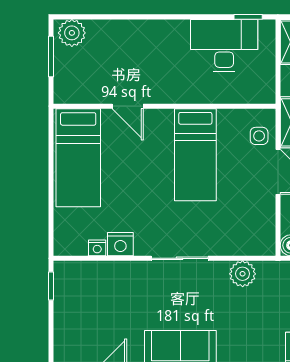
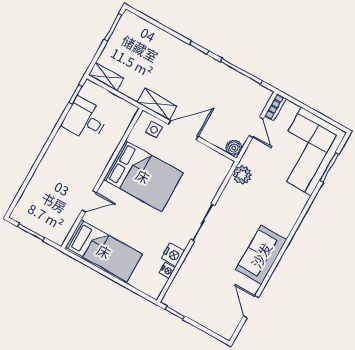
plant: (72, 33) -> (23, 211), removed
desk: (224, 46) -> (85, 120), width x0.73
bed: (195, 155) -> (143, 176), width x1.50
plant: (243, 274) -> (242, 175), moved

